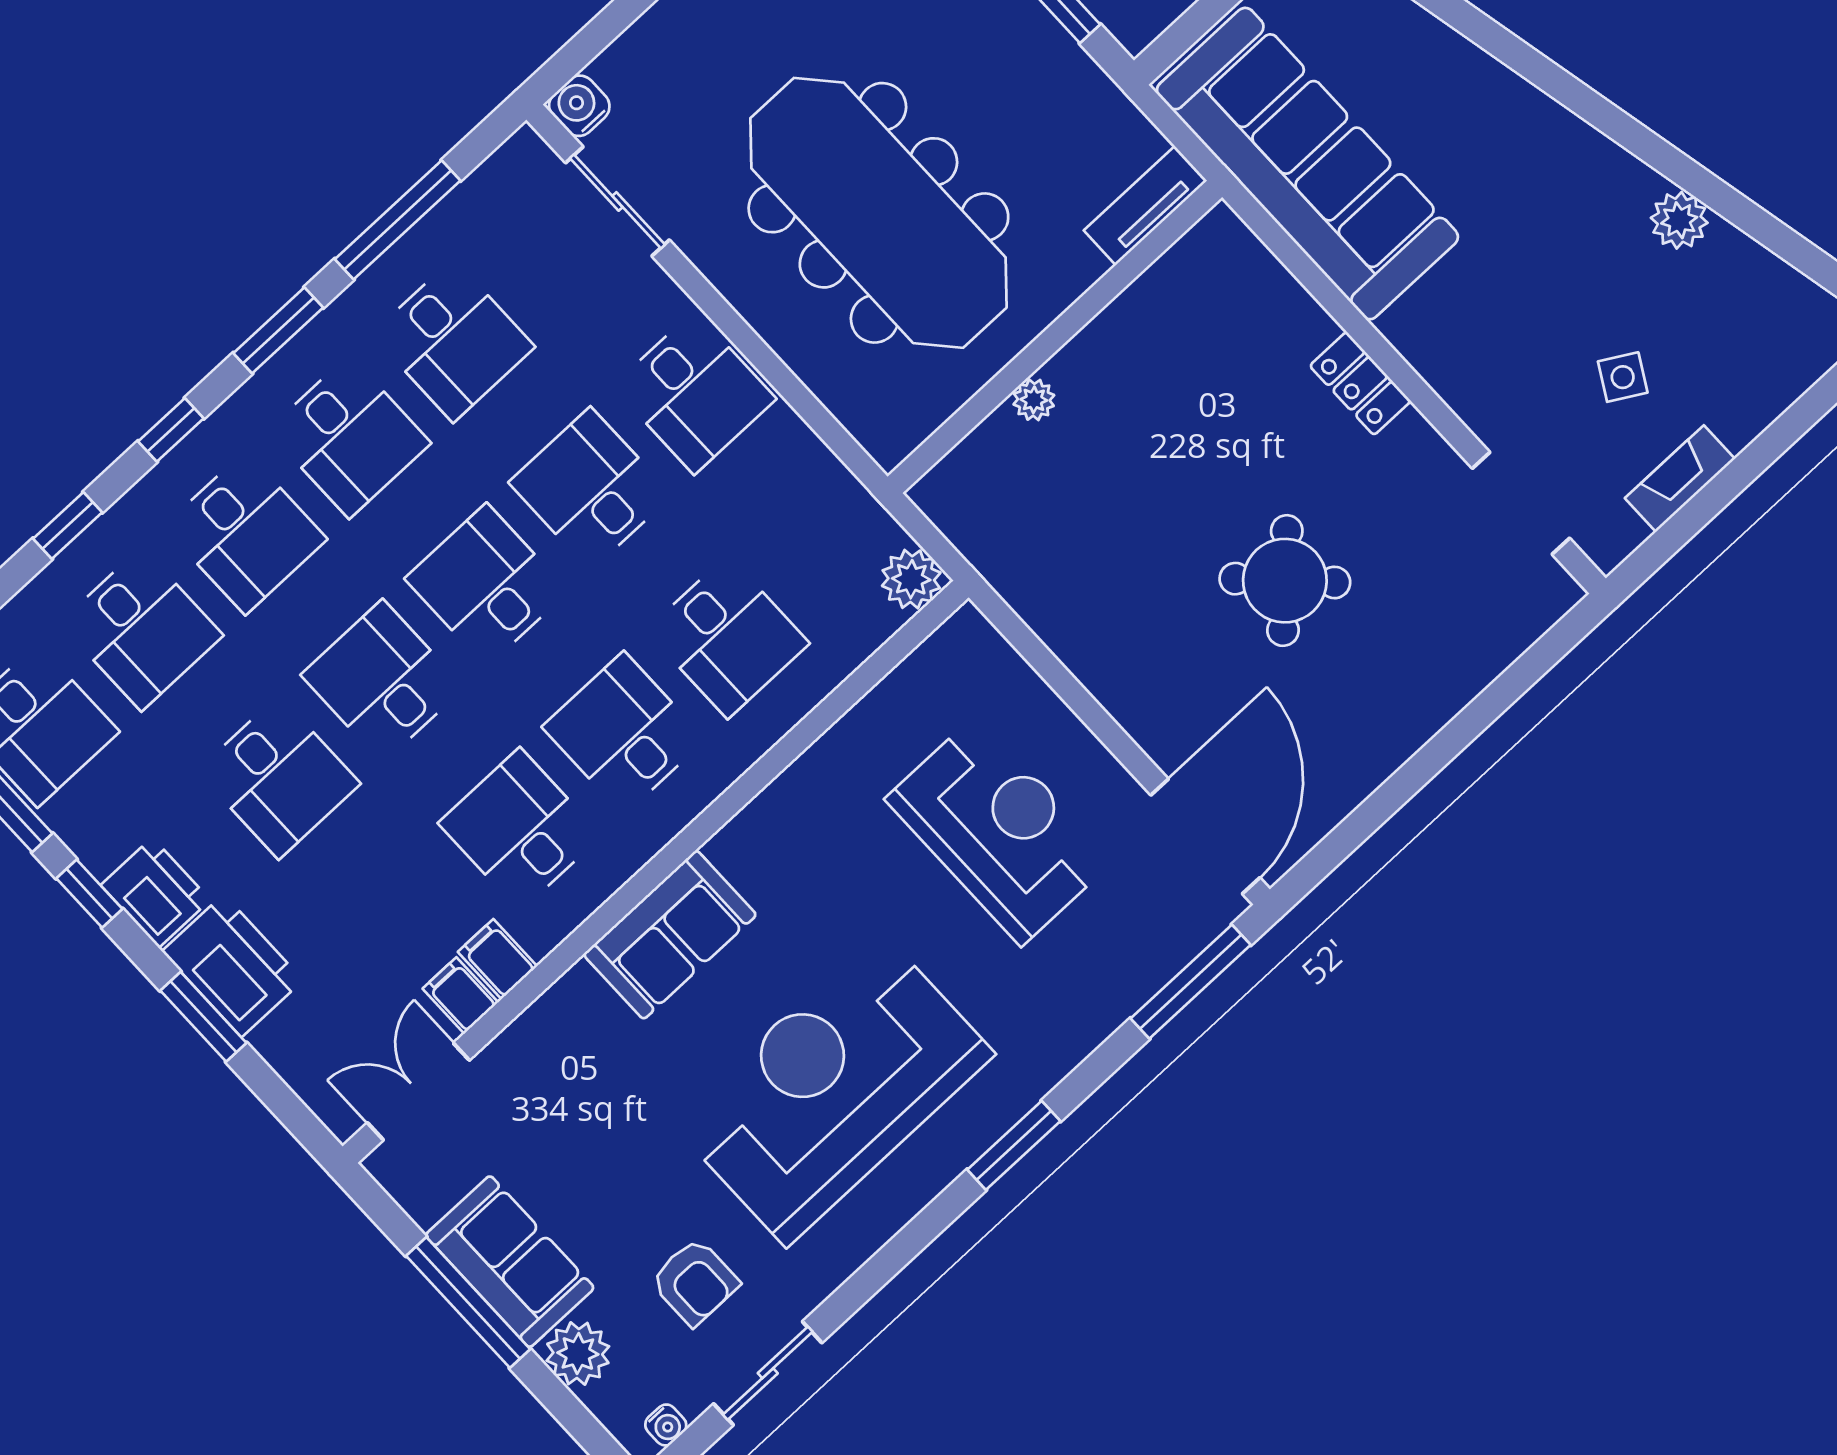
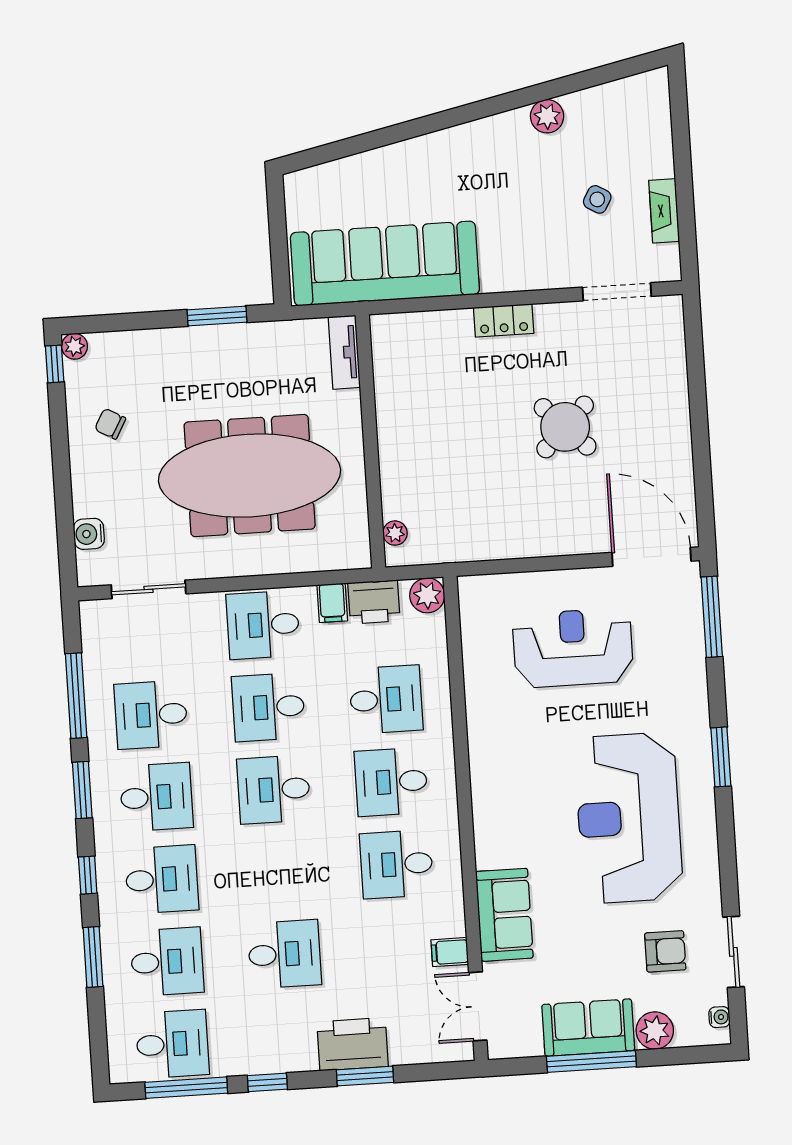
water cooler: (579, 106) -> (89, 534), moved
desk: (453, 341) -> (151, 715), turned 180
desk: (694, 393) -> (263, 625), turned 180
plant: (1034, 400) -> (395, 533), moved
window: (68, 526) -> (93, 957), width x1.50
desk: (383, 681) -> (279, 872), removed
printer: (155, 893) -> (374, 602), moved, turned 180
sofa: (670, 935) -> (504, 915), moved
filing cabinet: (498, 959) -> (332, 603), moved, turned -90

